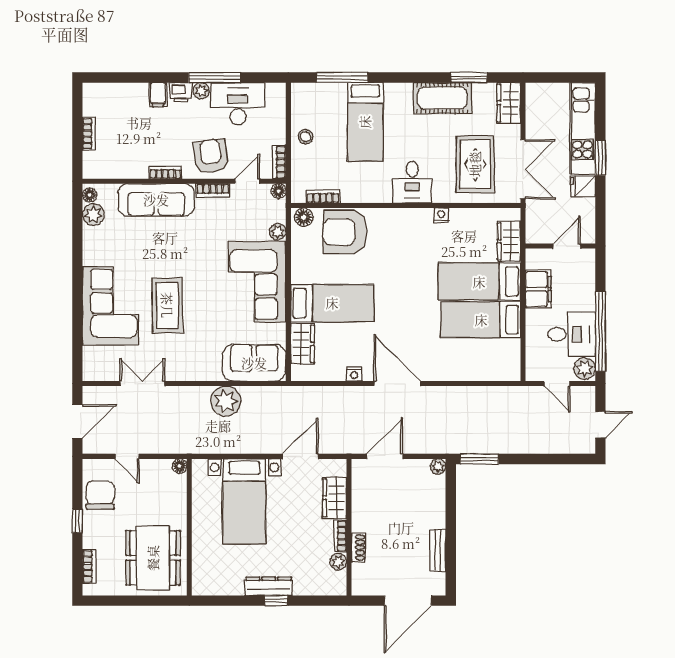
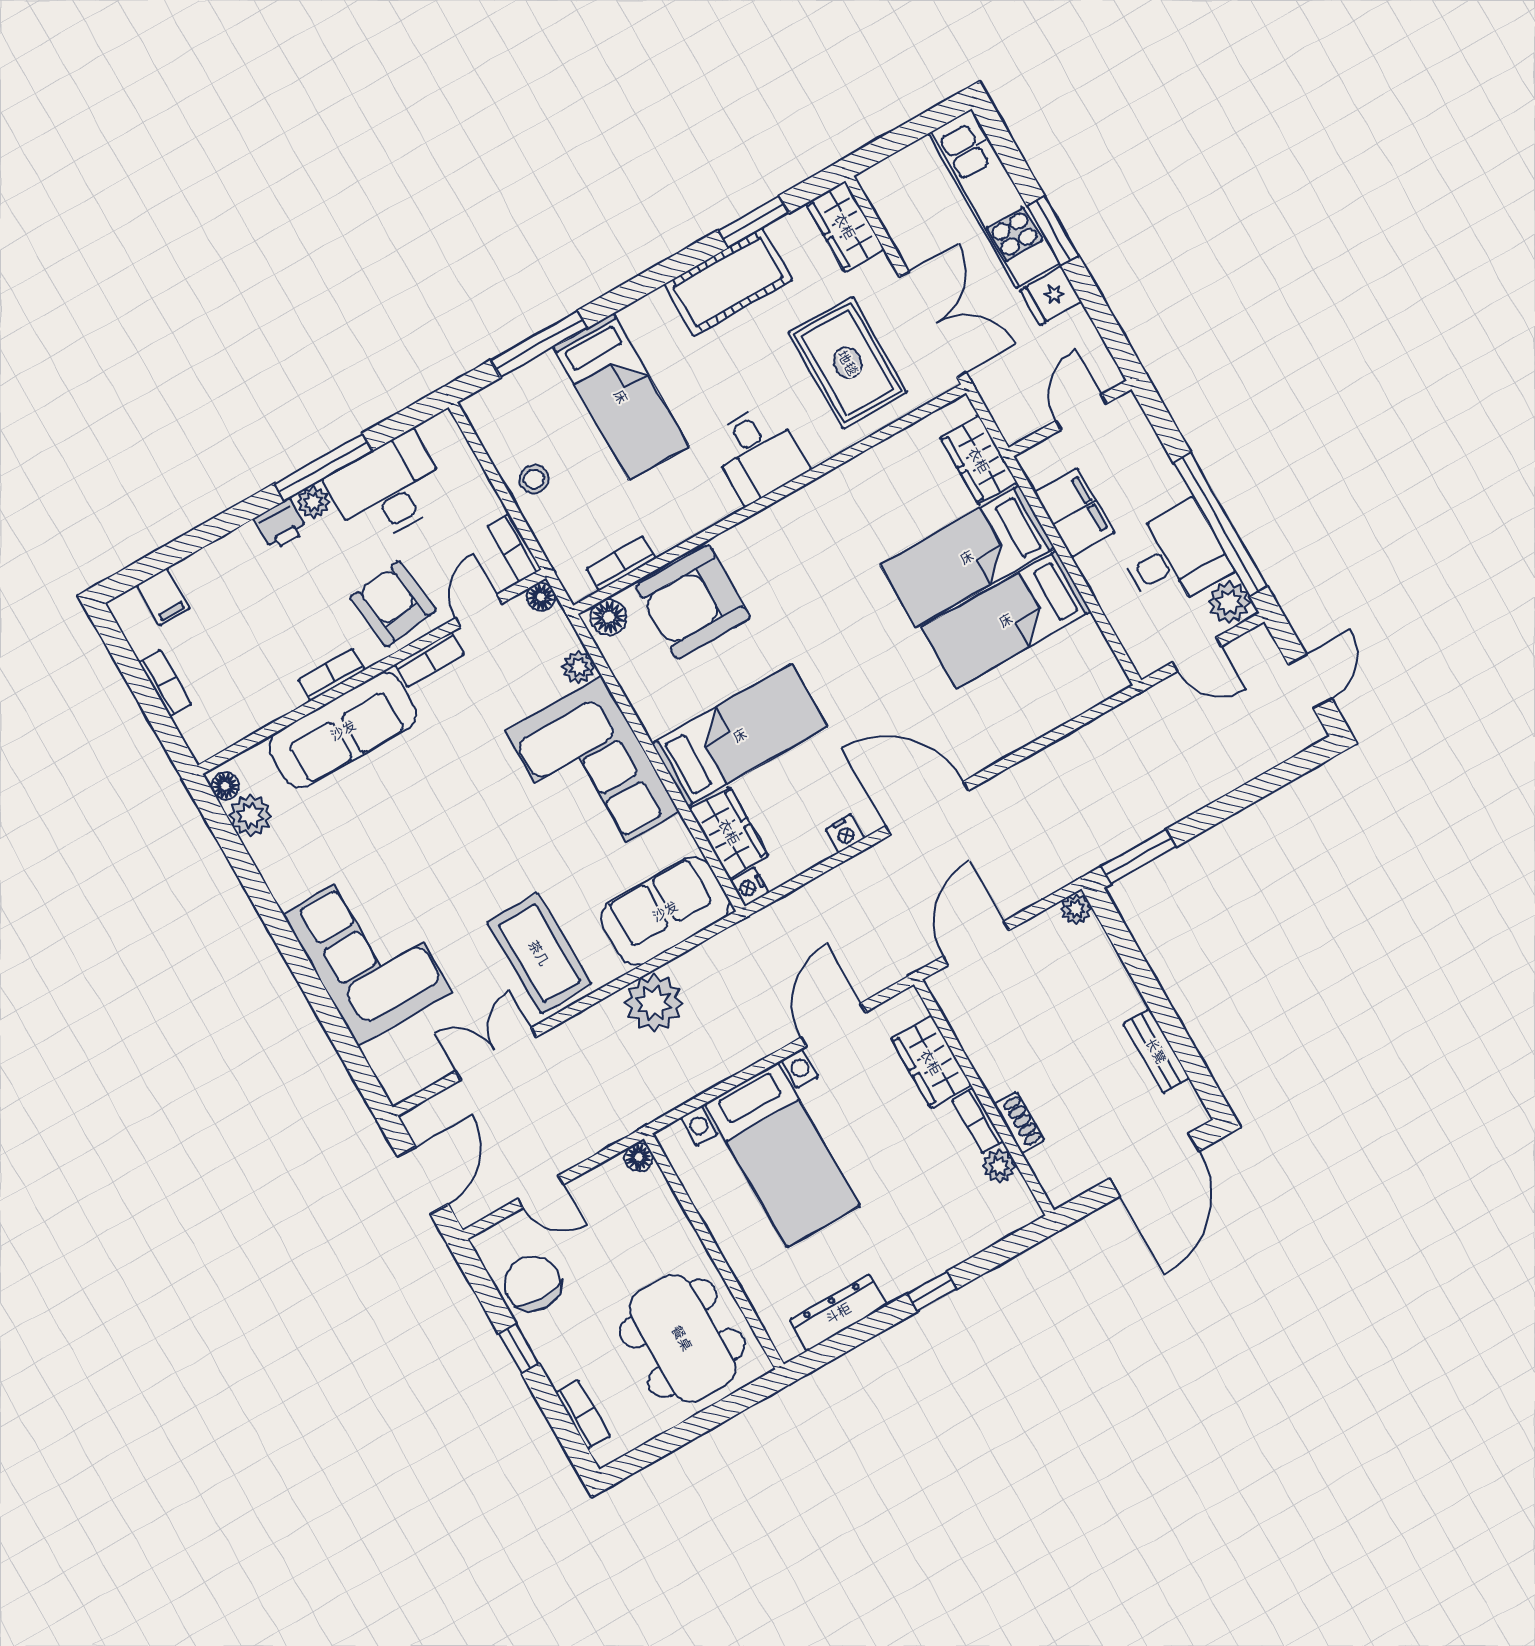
filing cabinet: (158, 95) -> (163, 597), moved
nightstand: (441, 215) -> (750, 887), moved, turned -90
coffee table: (167, 305) -> (539, 953), moved
dresser: (269, 586) -> (838, 1313), moved

